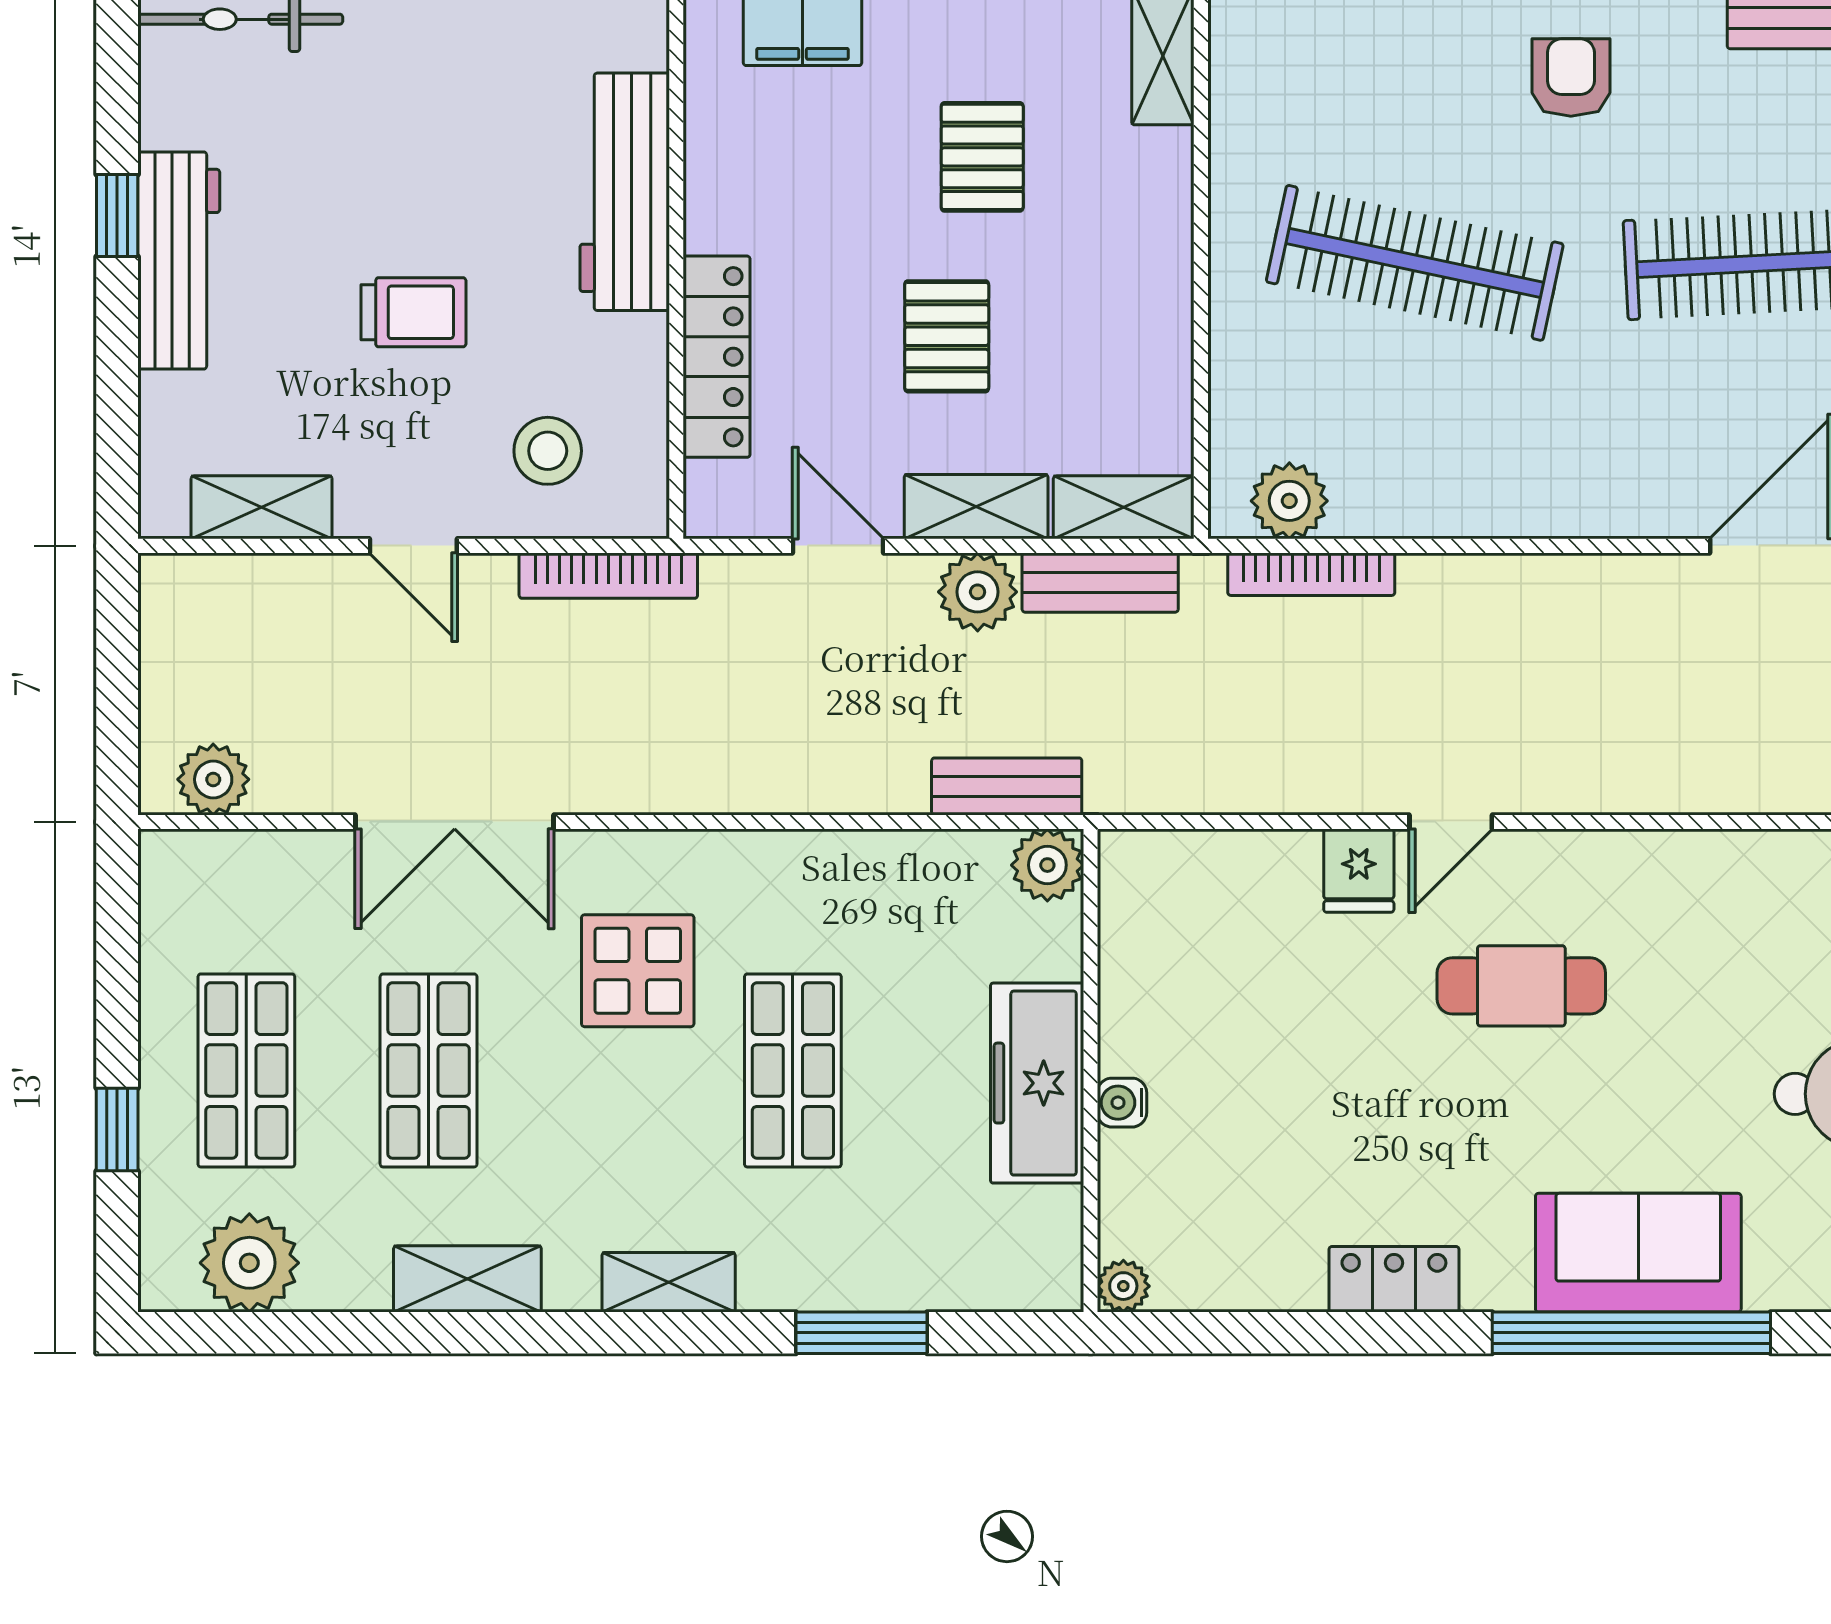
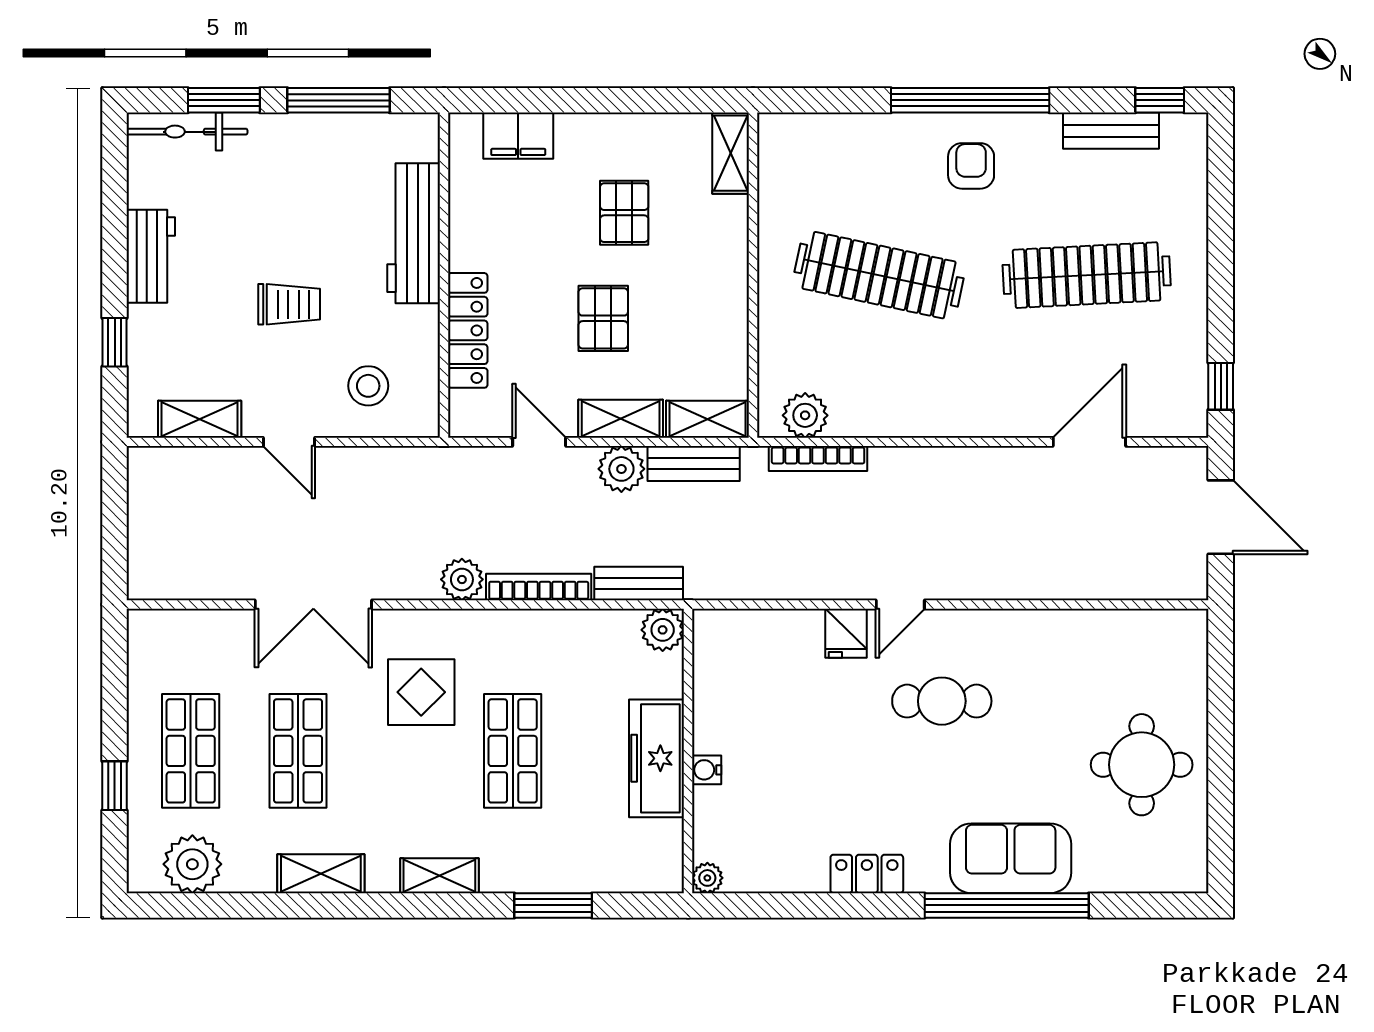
window: (117, 215) -> (115, 342), moved
workbench: (179, 260) -> (151, 256), width x0.73
bookcase: (608, 576) -> (539, 587), moved, turned 180
plant: (213, 779) -> (462, 579), moved

